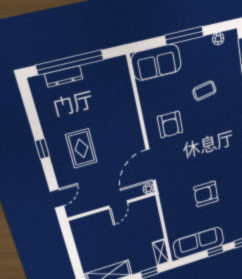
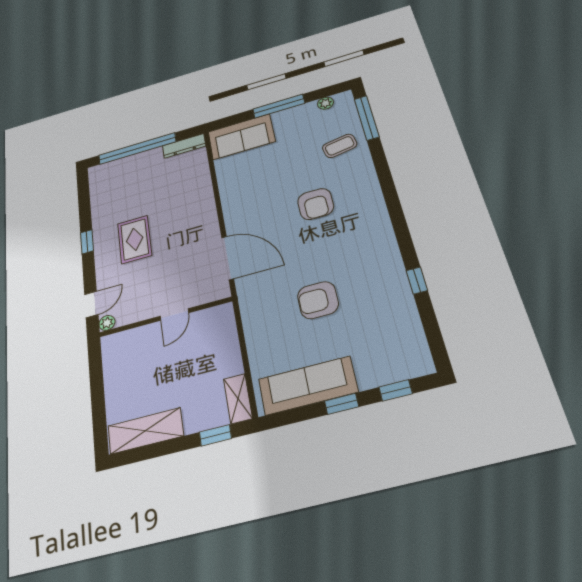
dresser: (64, 76) -> (184, 146), moved
coffee table: (204, 91) -> (340, 146), moved
armchair: (170, 125) -> (316, 204), moved
door: (151, 165) -> (228, 258), swing flipped
plant: (149, 189) -> (107, 323), moved

